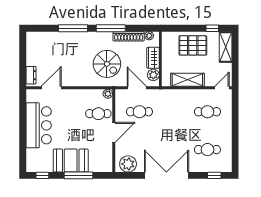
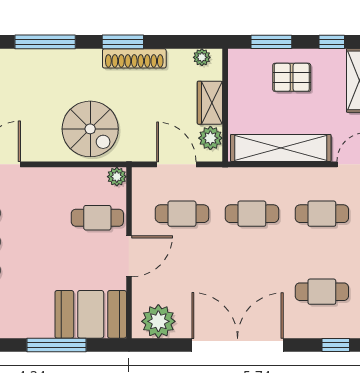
window: (111, 28) -> (123, 42), width x0.69
window: (183, 28) -> (271, 42), added
shoe rack: (129, 36) -> (134, 58), moved
pallet: (193, 45) -> (292, 77), width x0.67, depth x0.71
spiral stairs: (107, 64) -> (90, 129), moved
shelving: (187, 80) -> (281, 148), width x1.47
cafe table: (173, 112) -> (252, 214), added
booth: (71, 161) -> (91, 314), moved

